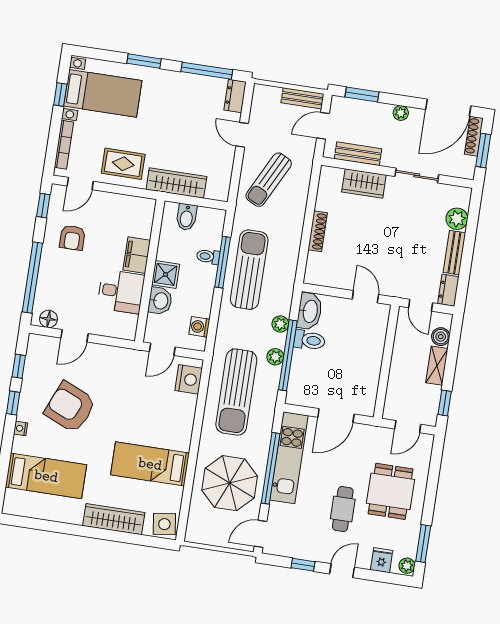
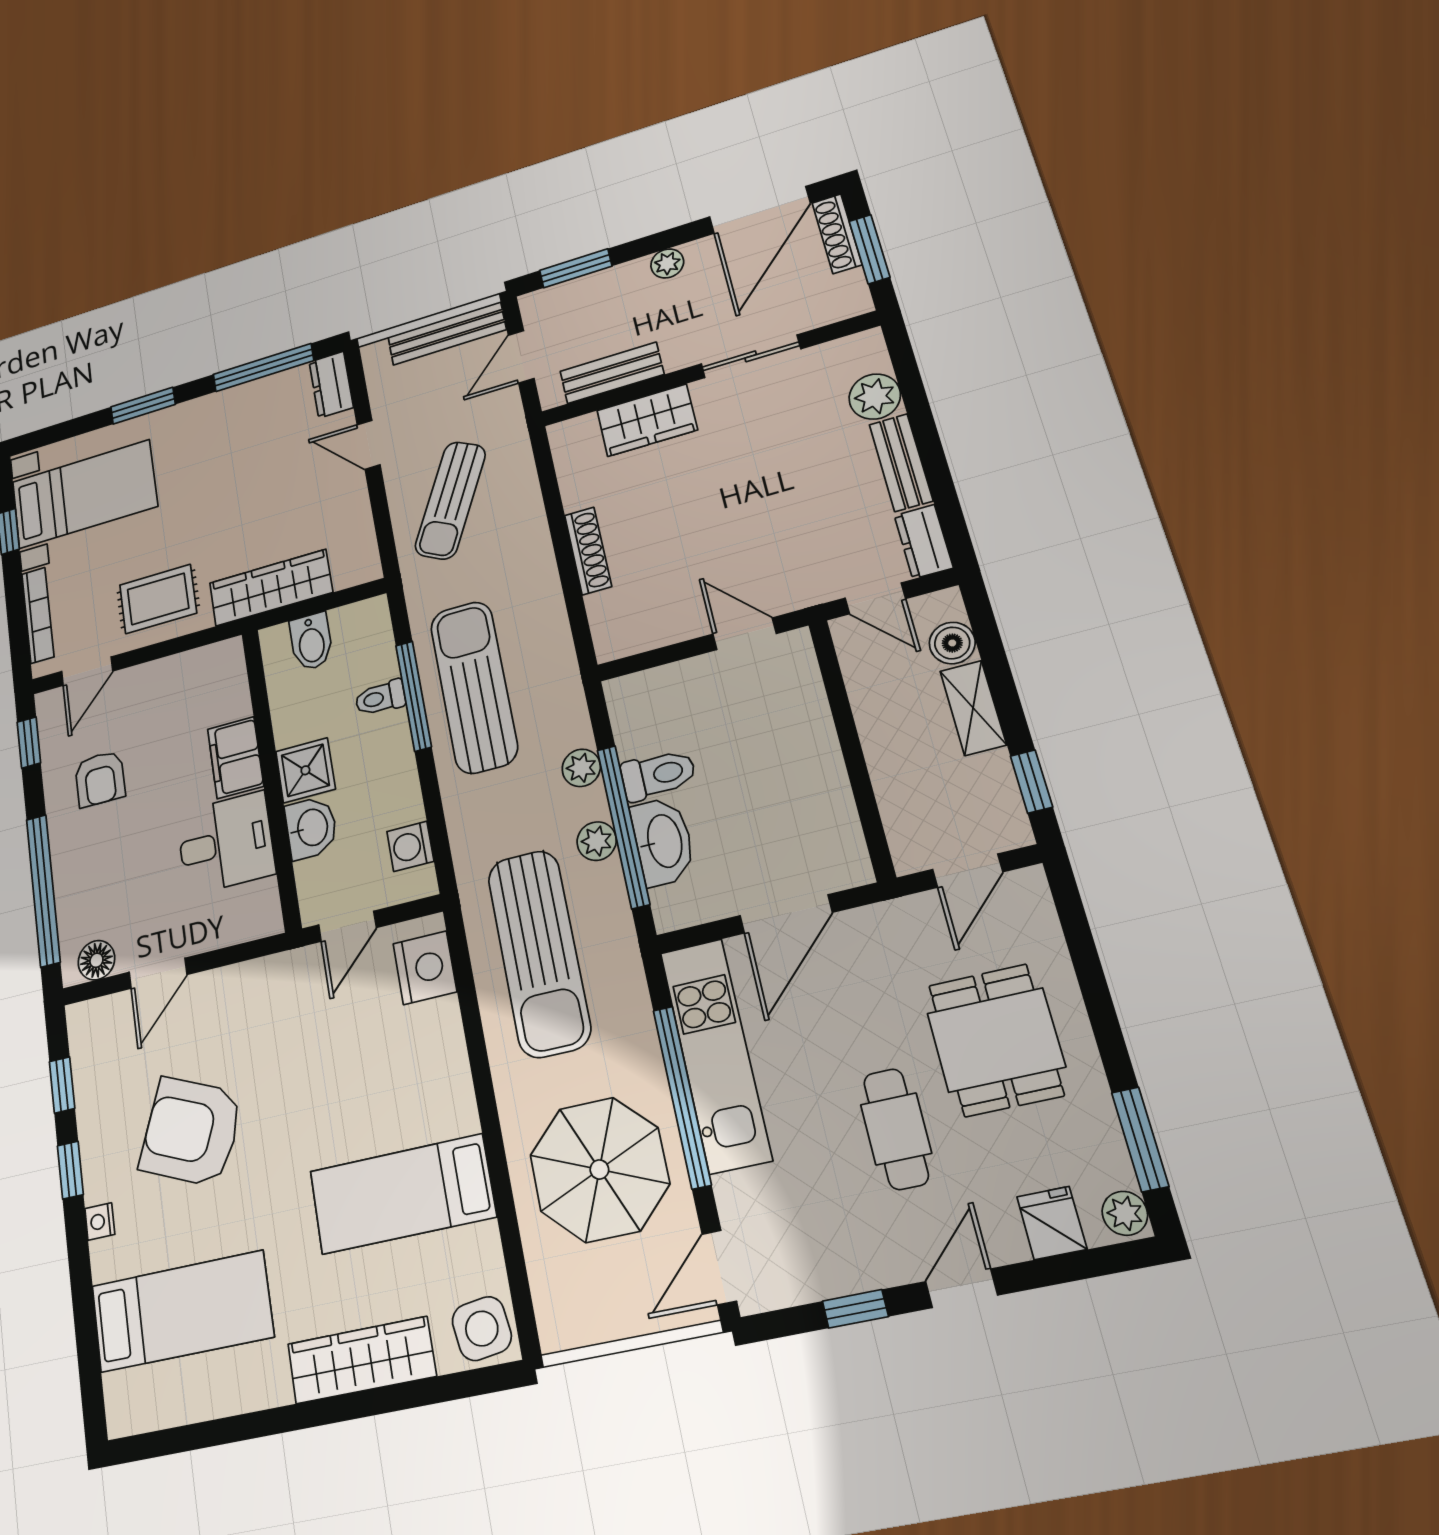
bench: (302, 98) -> (447, 333), width x1.36
washbasin: (310, 311) -> (663, 841), moved

